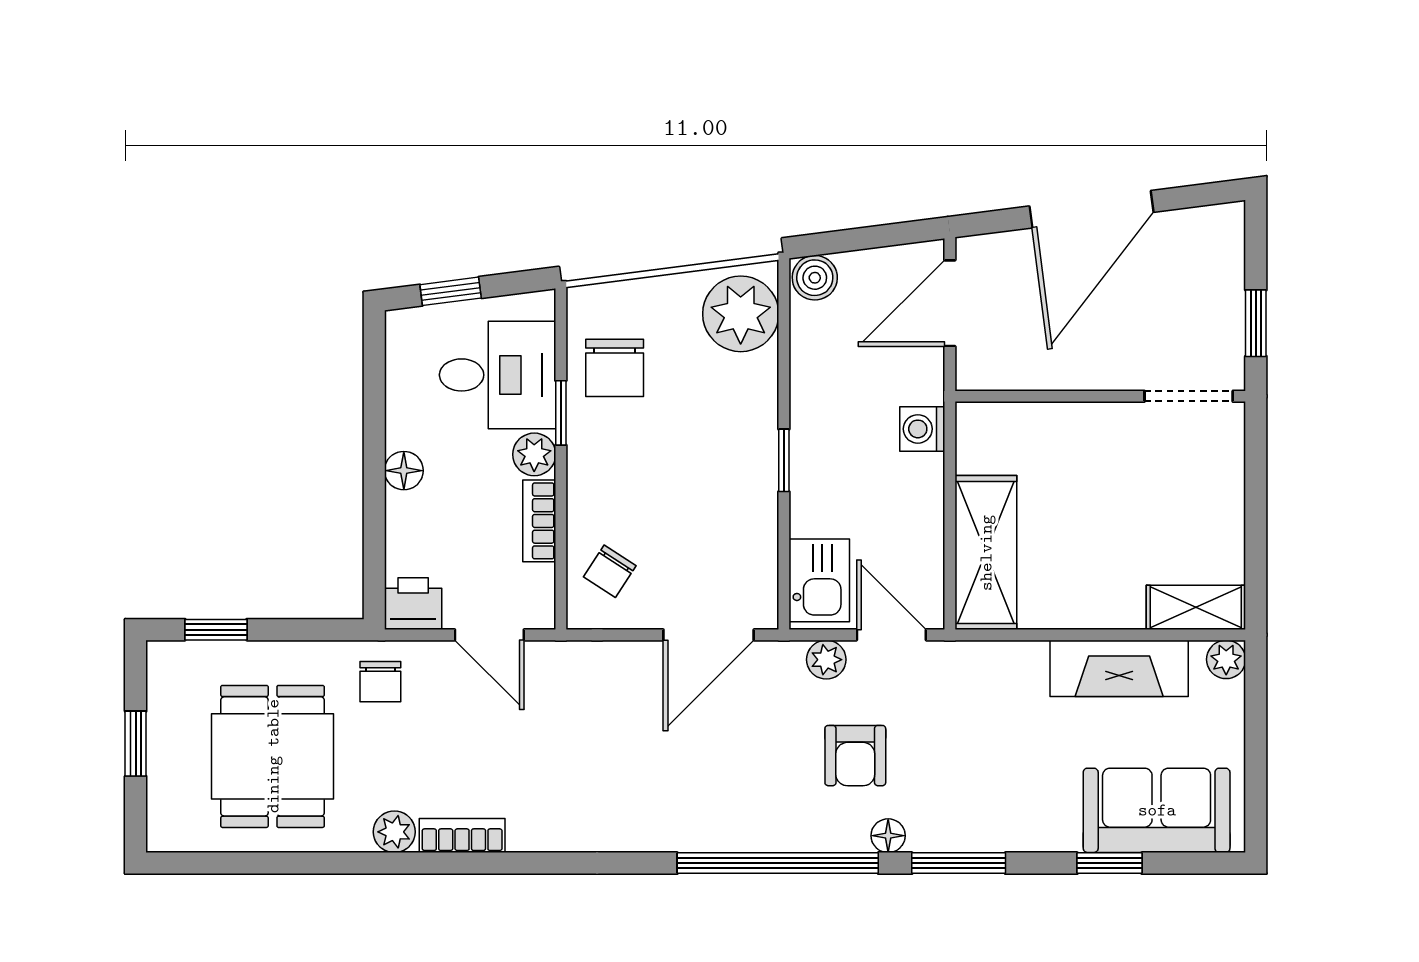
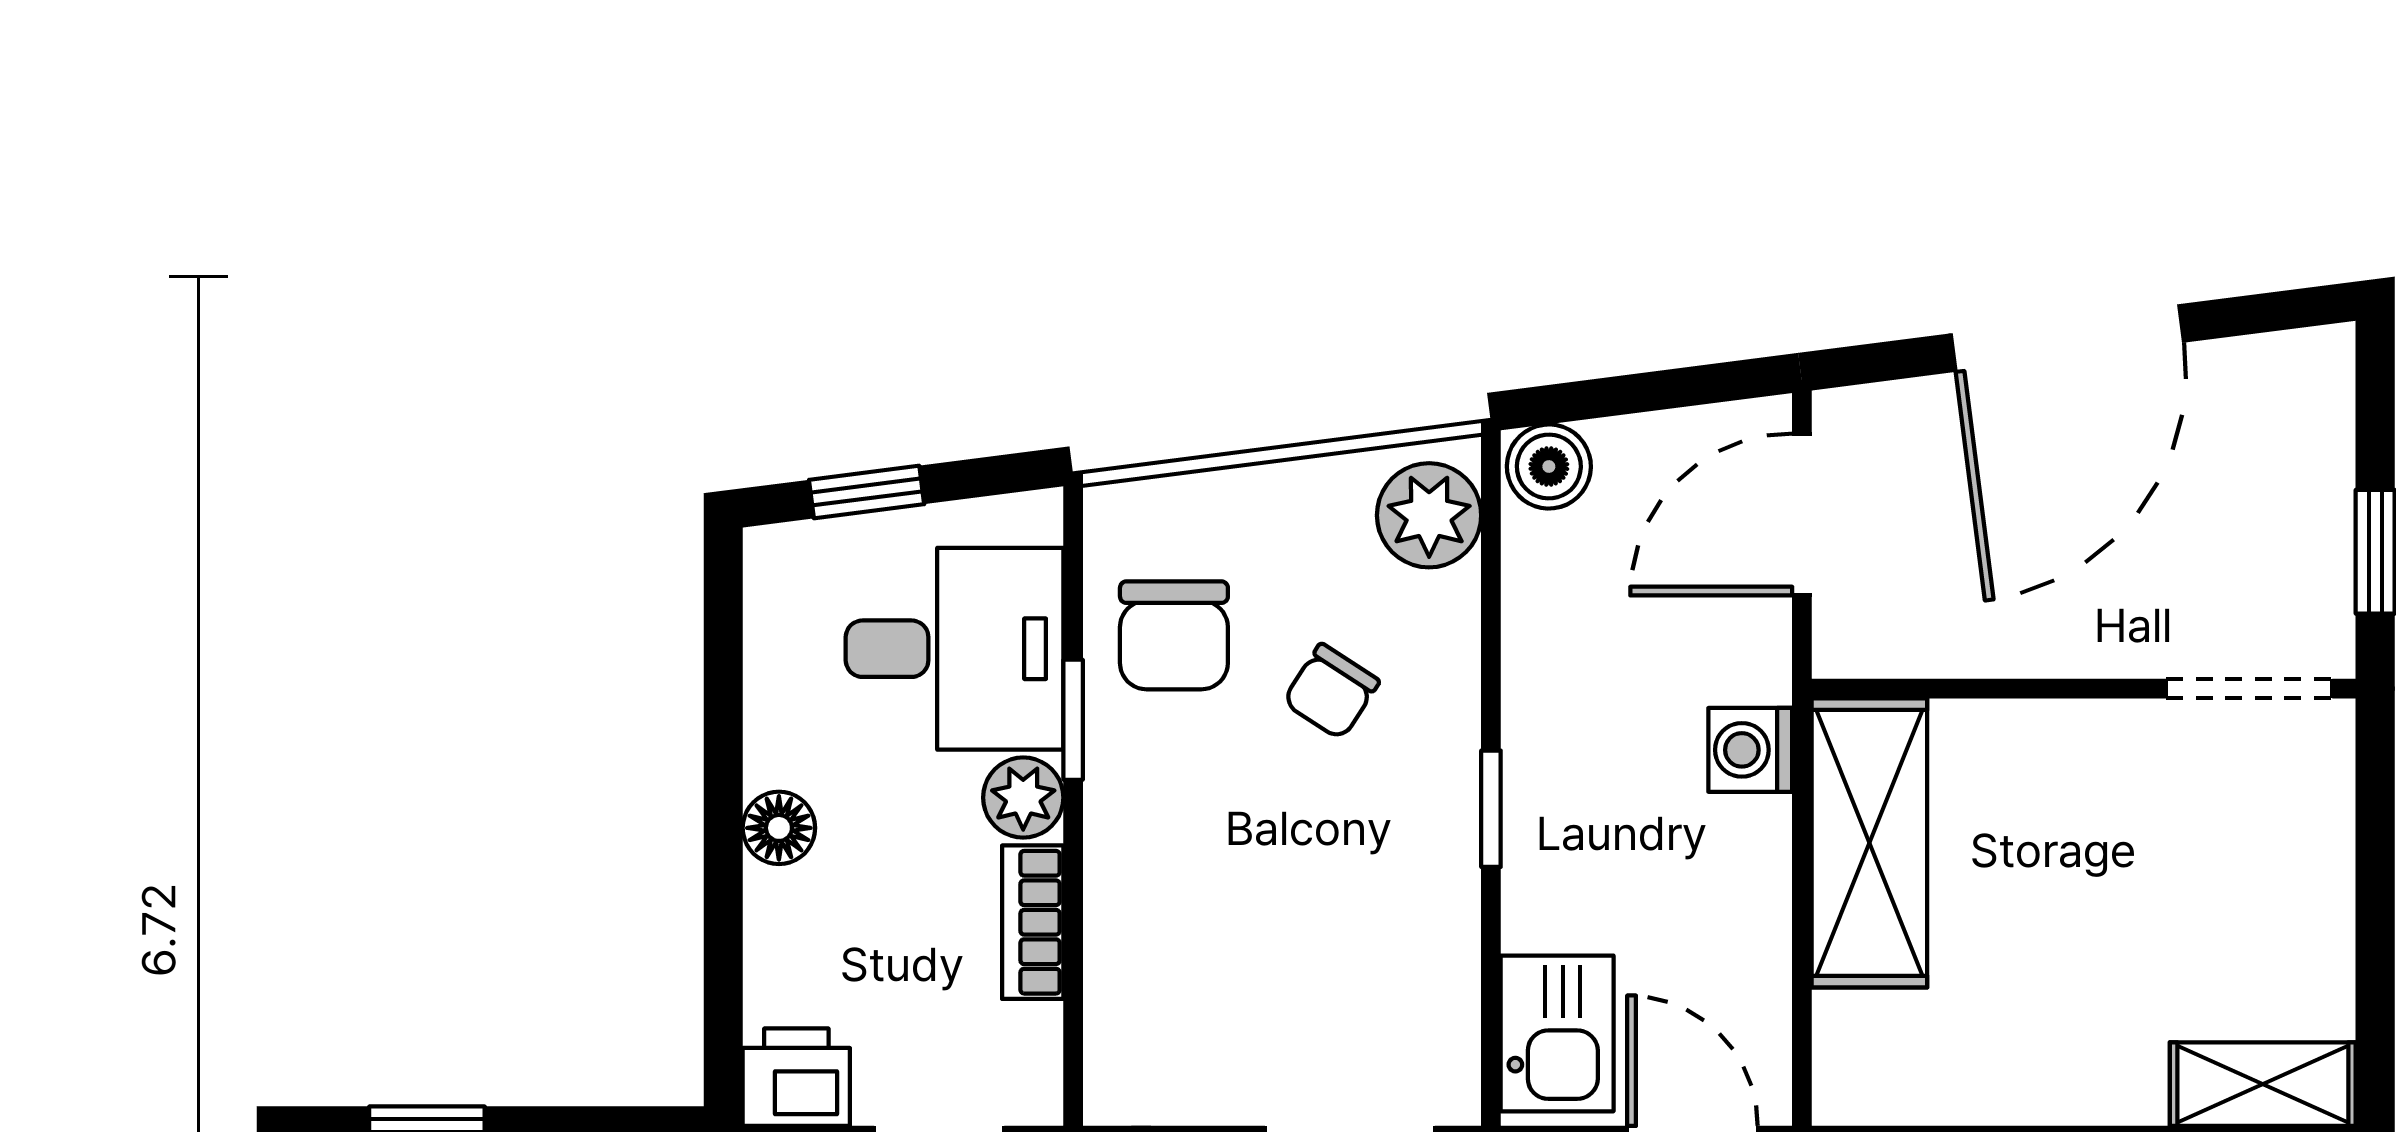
plant: (741, 314) -> (1429, 515), width x0.73, depth x0.73
shelving: (986, 553) -> (1869, 843), moved
chair: (610, 571) -> (1331, 692), moved

